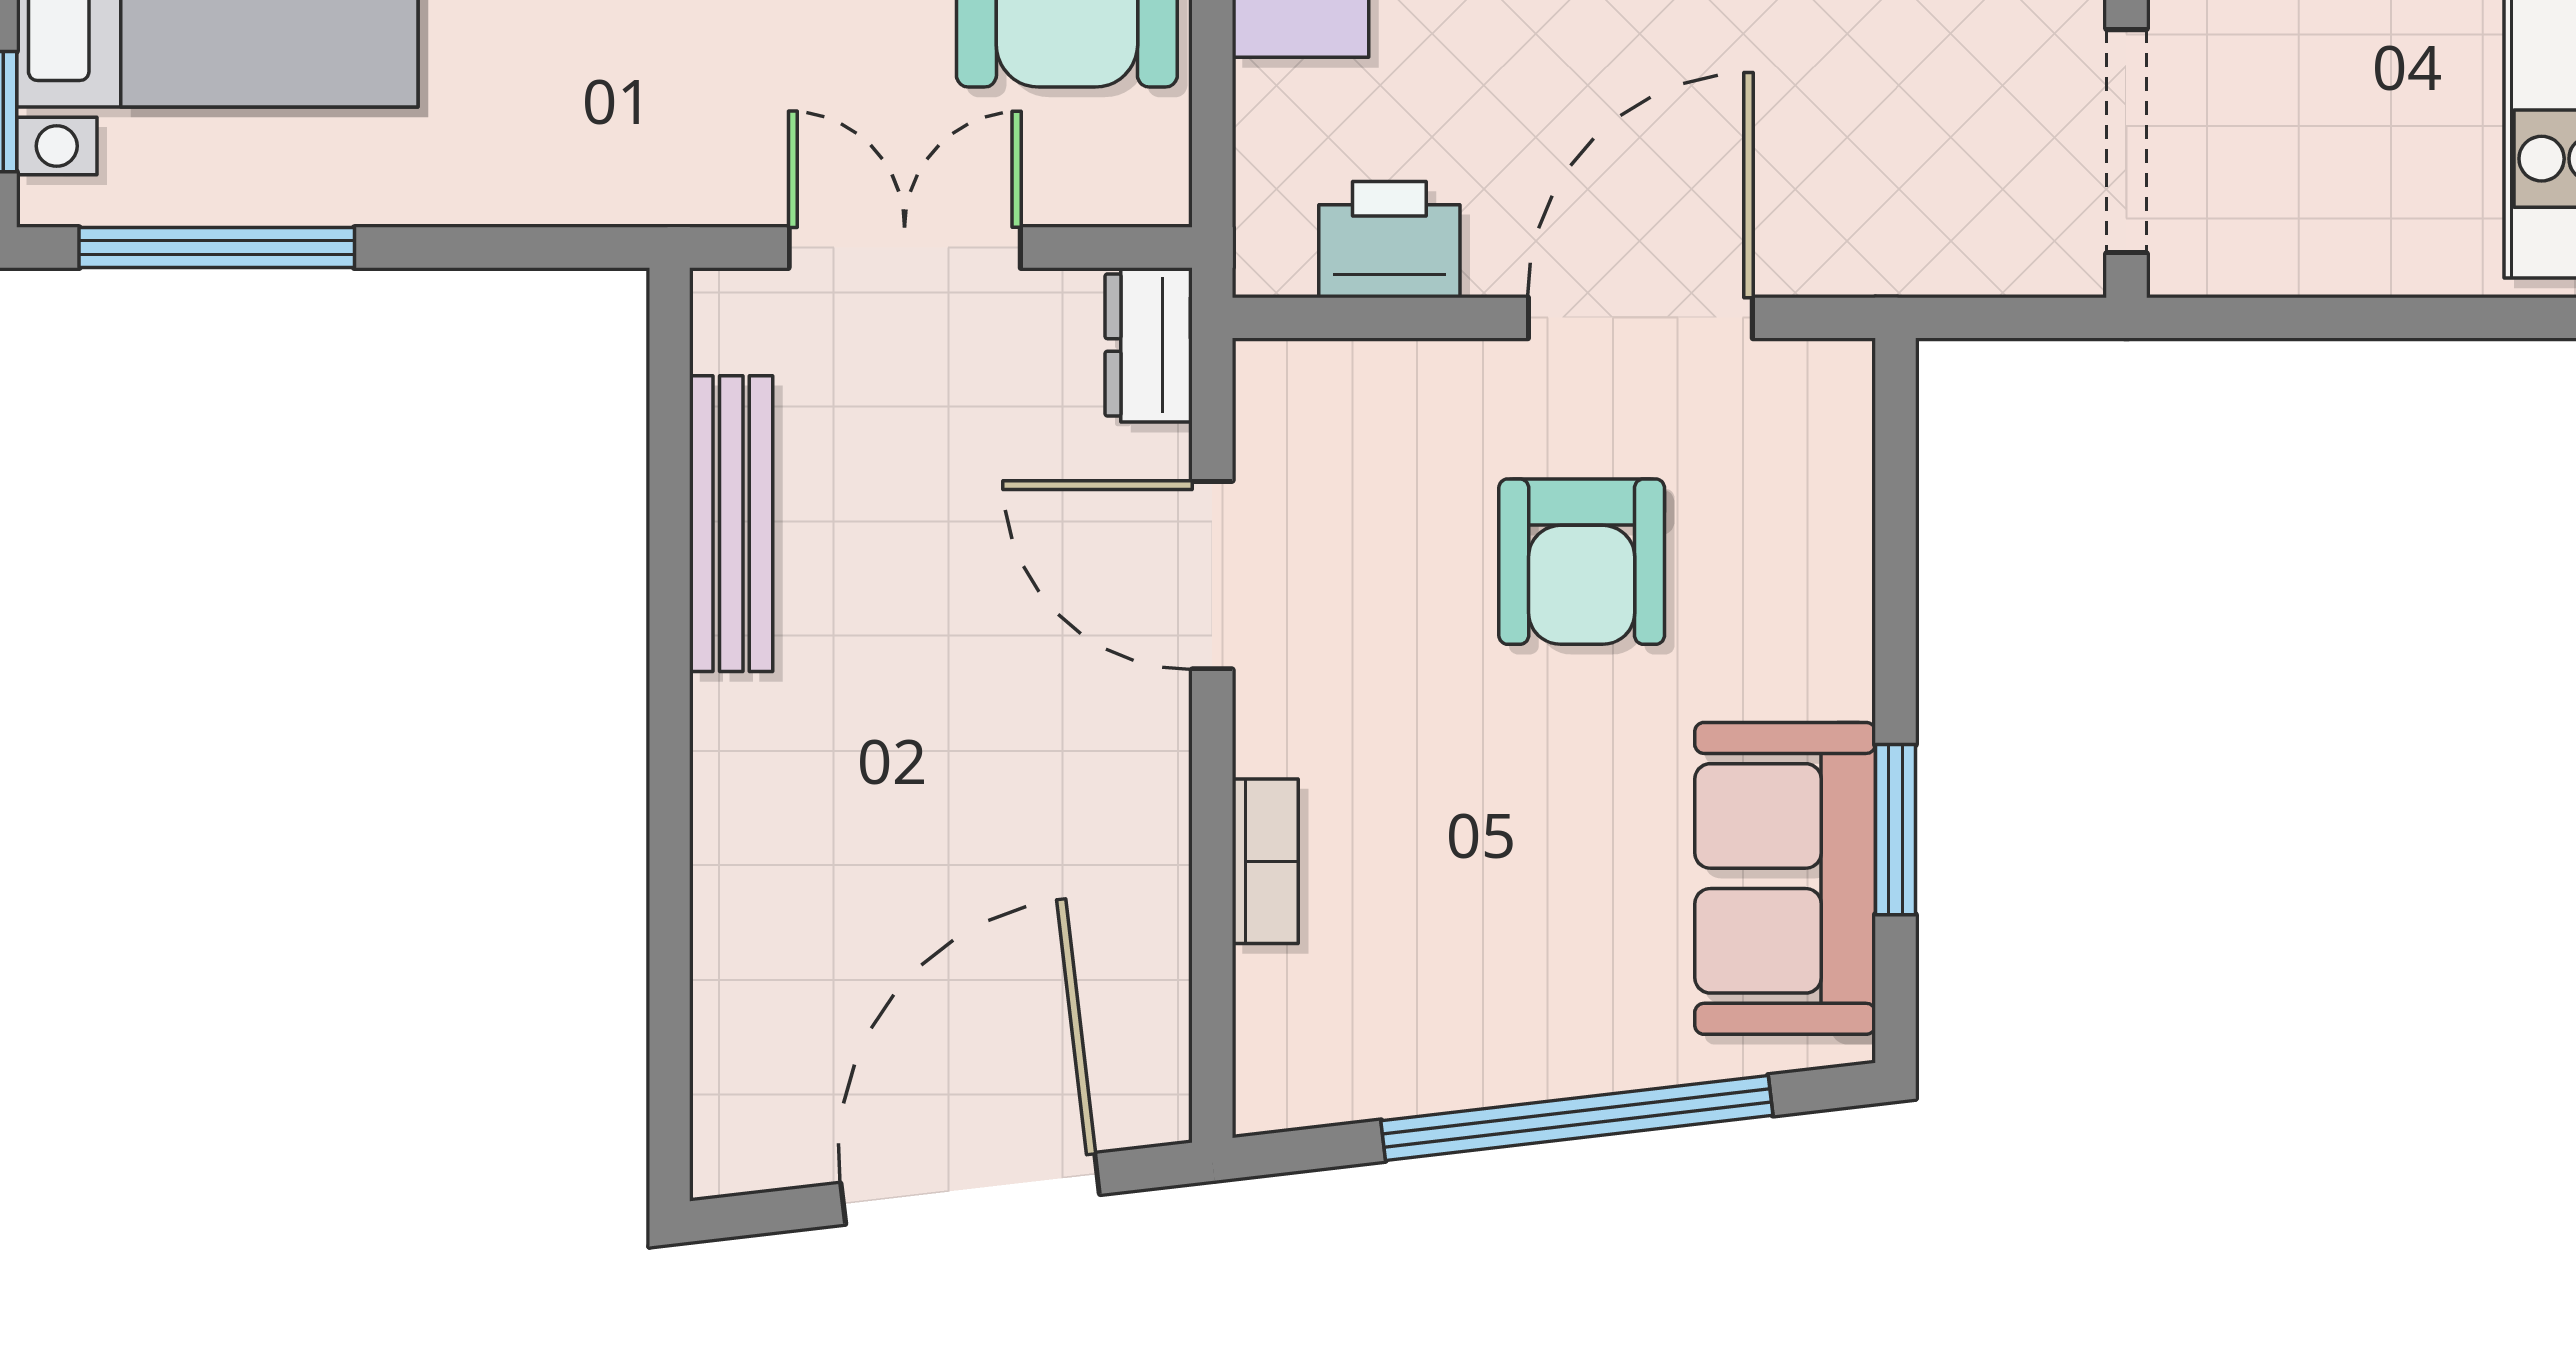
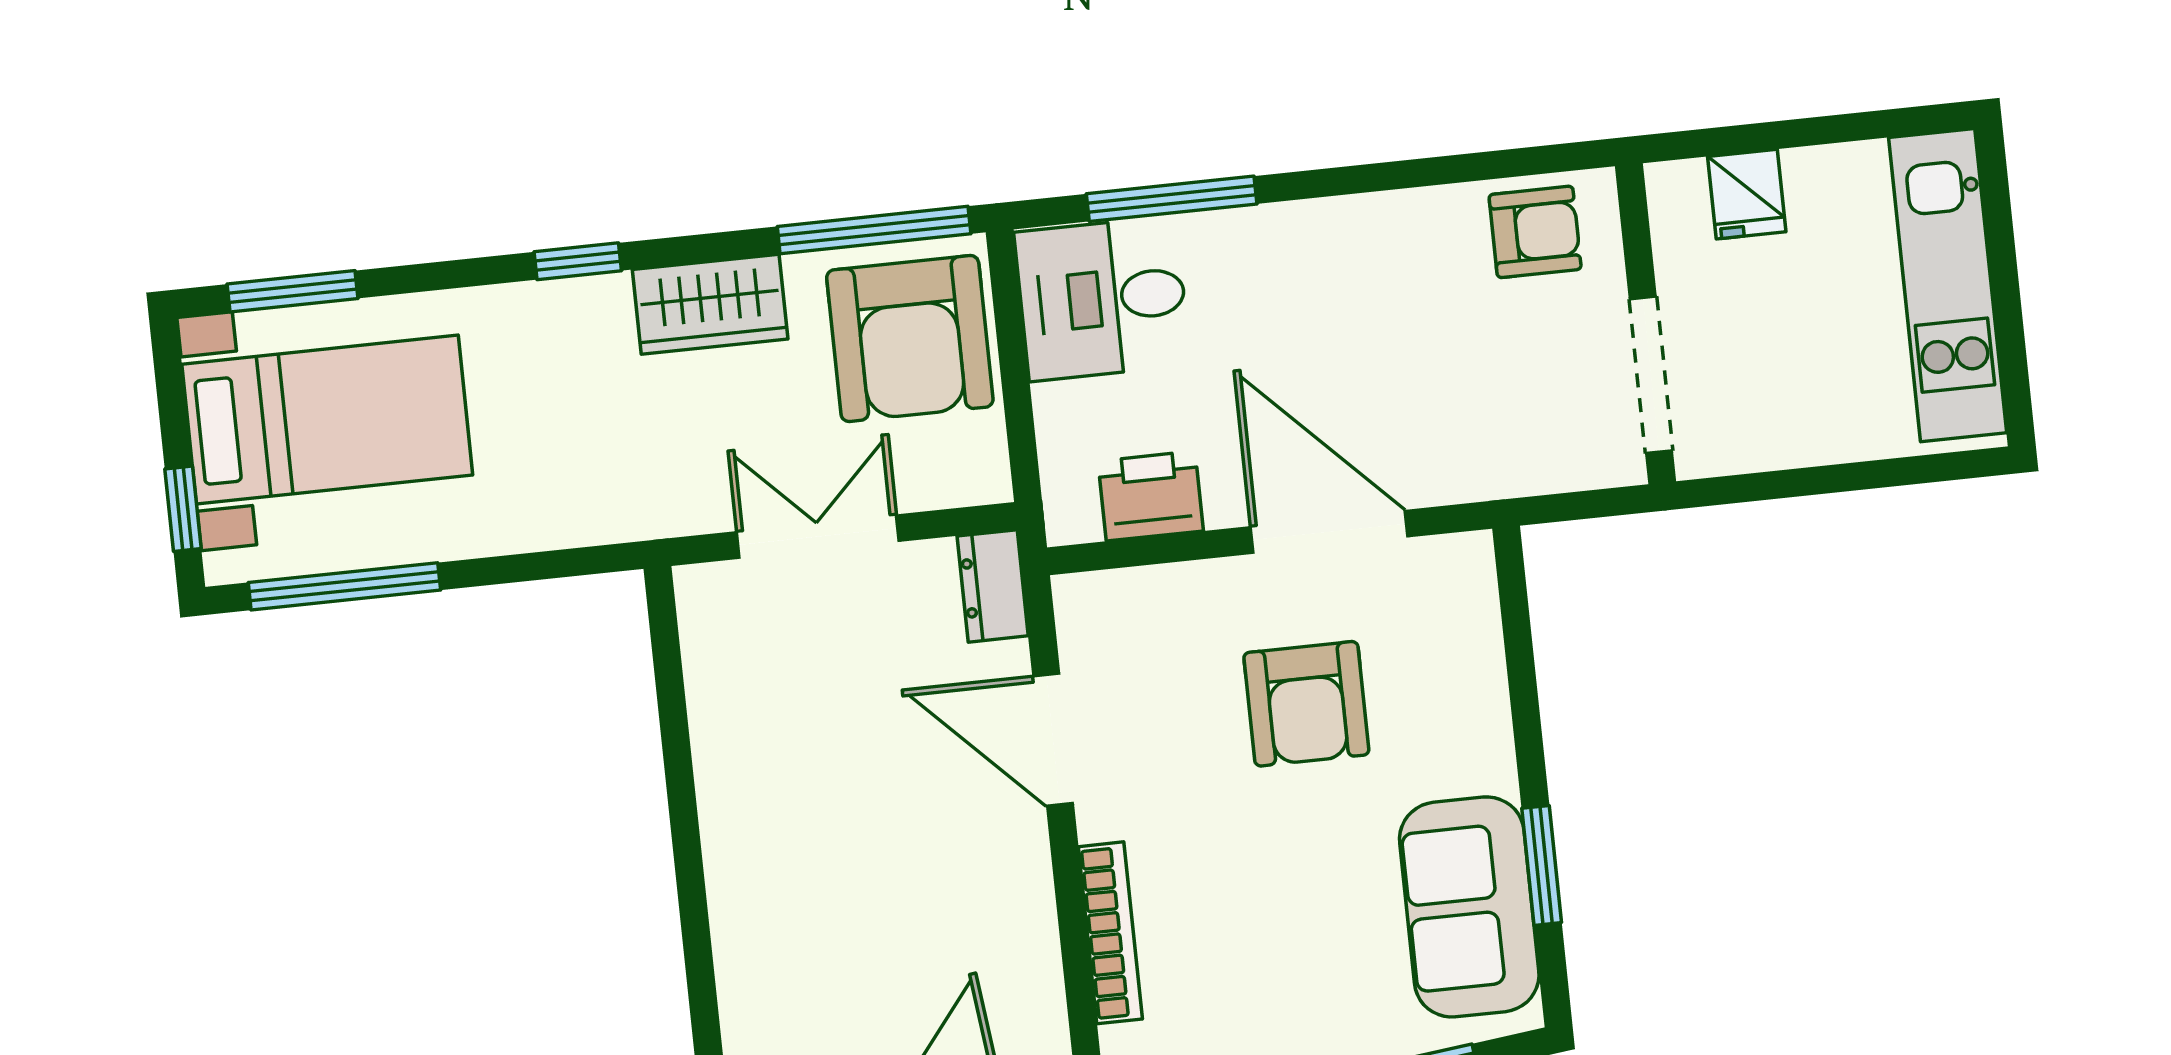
door: (1640, 318) -> (1329, 532), hinge flipped
bench: (731, 524) -> (718, 739), removed
bookcase: (1265, 861) -> (1110, 933), width x1.56

